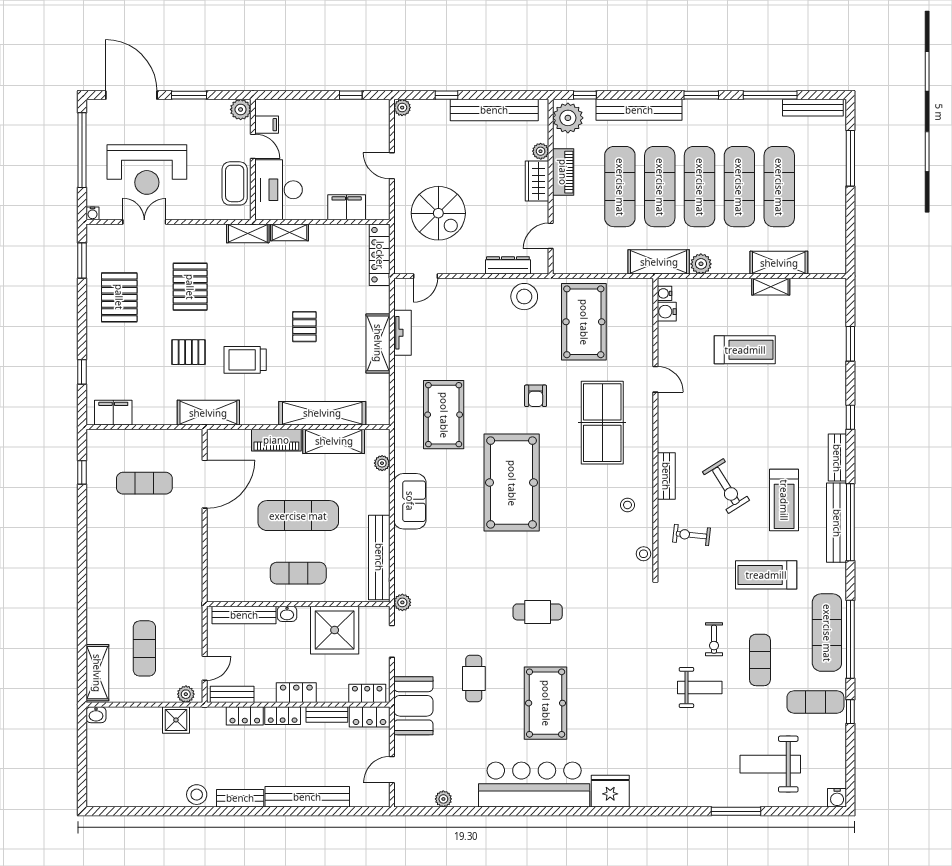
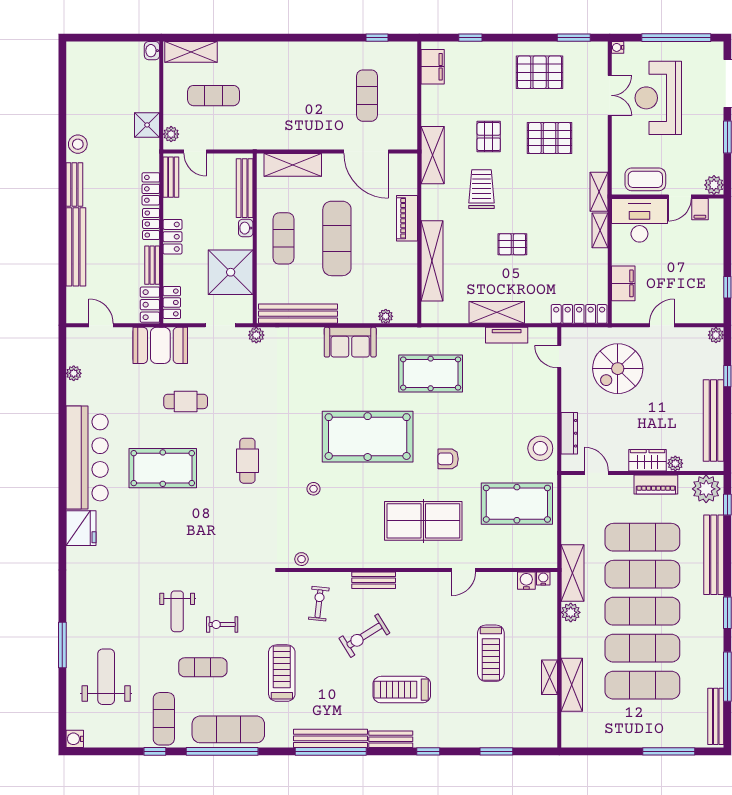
shelving: (334, 441) -> (293, 165), moved, turned 90
treadmill: (784, 500) -> (402, 690), moved
stool: (627, 505) -> (314, 489), moved

